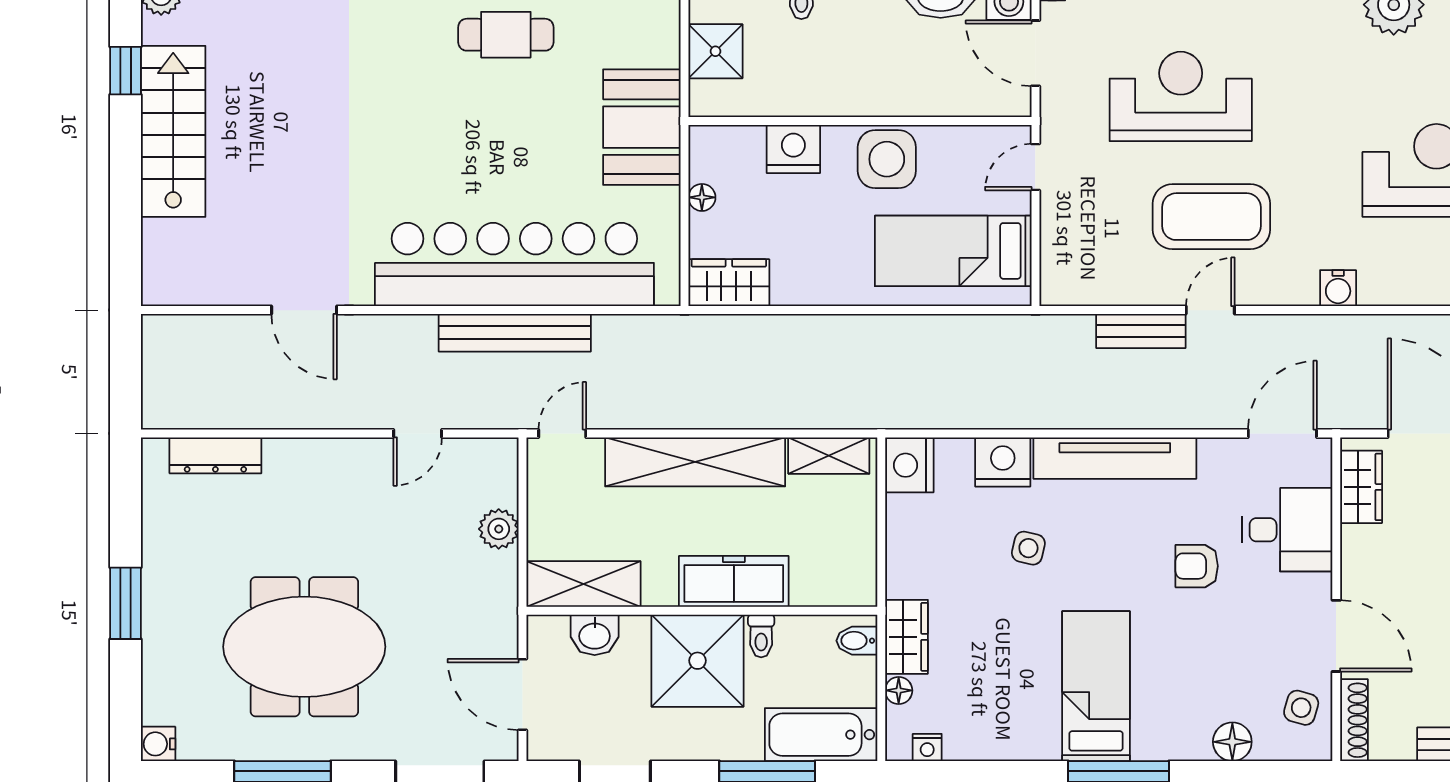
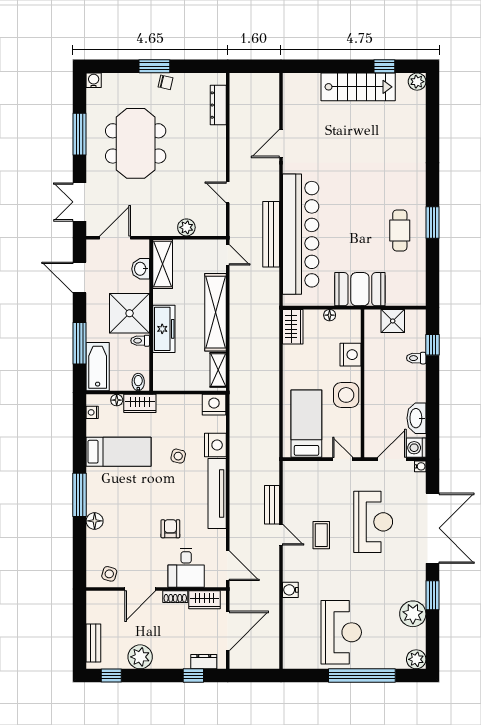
coffee table: (1211, 217) -> (321, 535), width x0.54, depth x0.58
chair: (163, 577) -> (166, 82), added
bed: (1096, 686) -> (119, 452), moved
shoe rack: (1354, 720) -> (175, 597), moved, width x0.70
floor lamp: (1232, 742) -> (95, 521), moved

